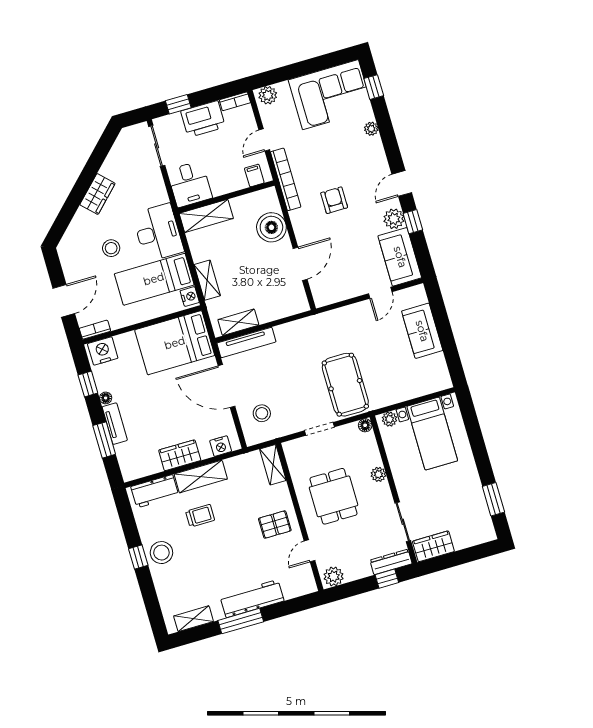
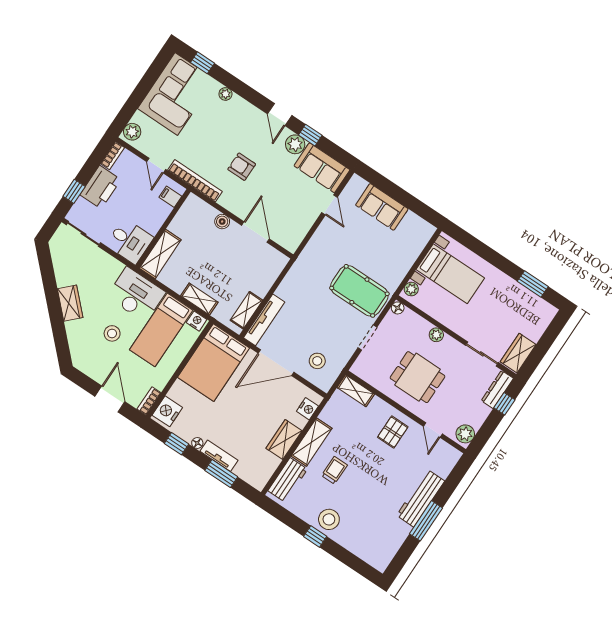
boiler: (271, 227) -> (222, 222), width x0.54, depth x0.54
shelving: (194, 619) -> (391, 547), removed

